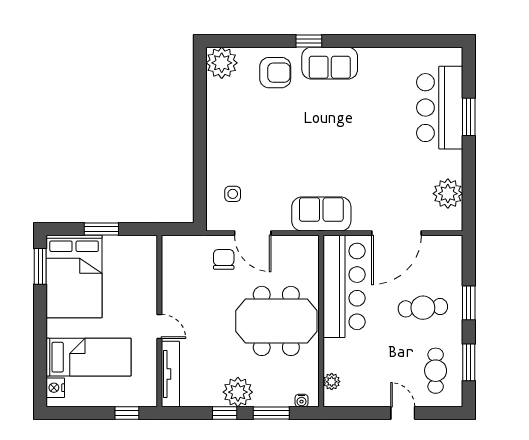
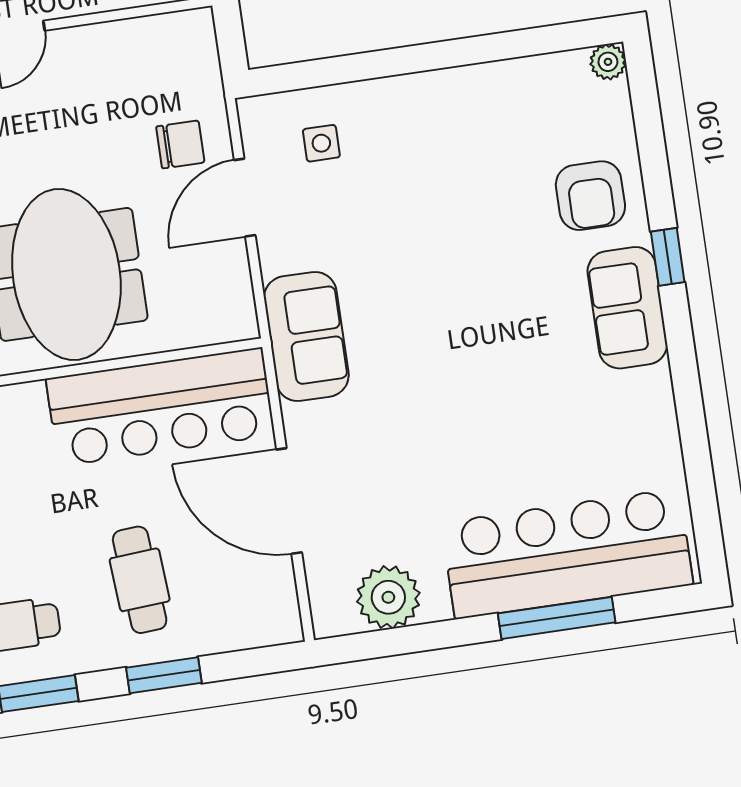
plant: (222, 63) -> (608, 62), width x0.53, depth x0.53
bar counter: (440, 108) -> (567, 554), width x1.36
window: (469, 117) -> (557, 618), width x1.44

